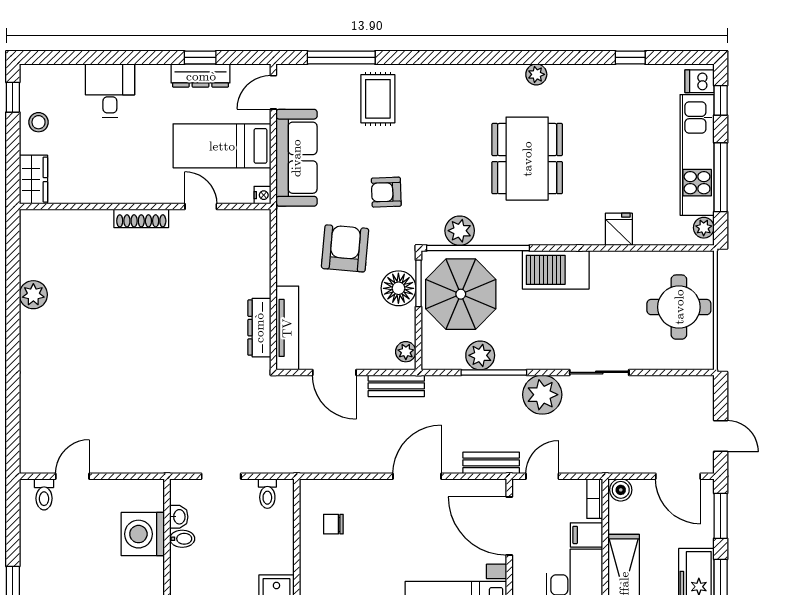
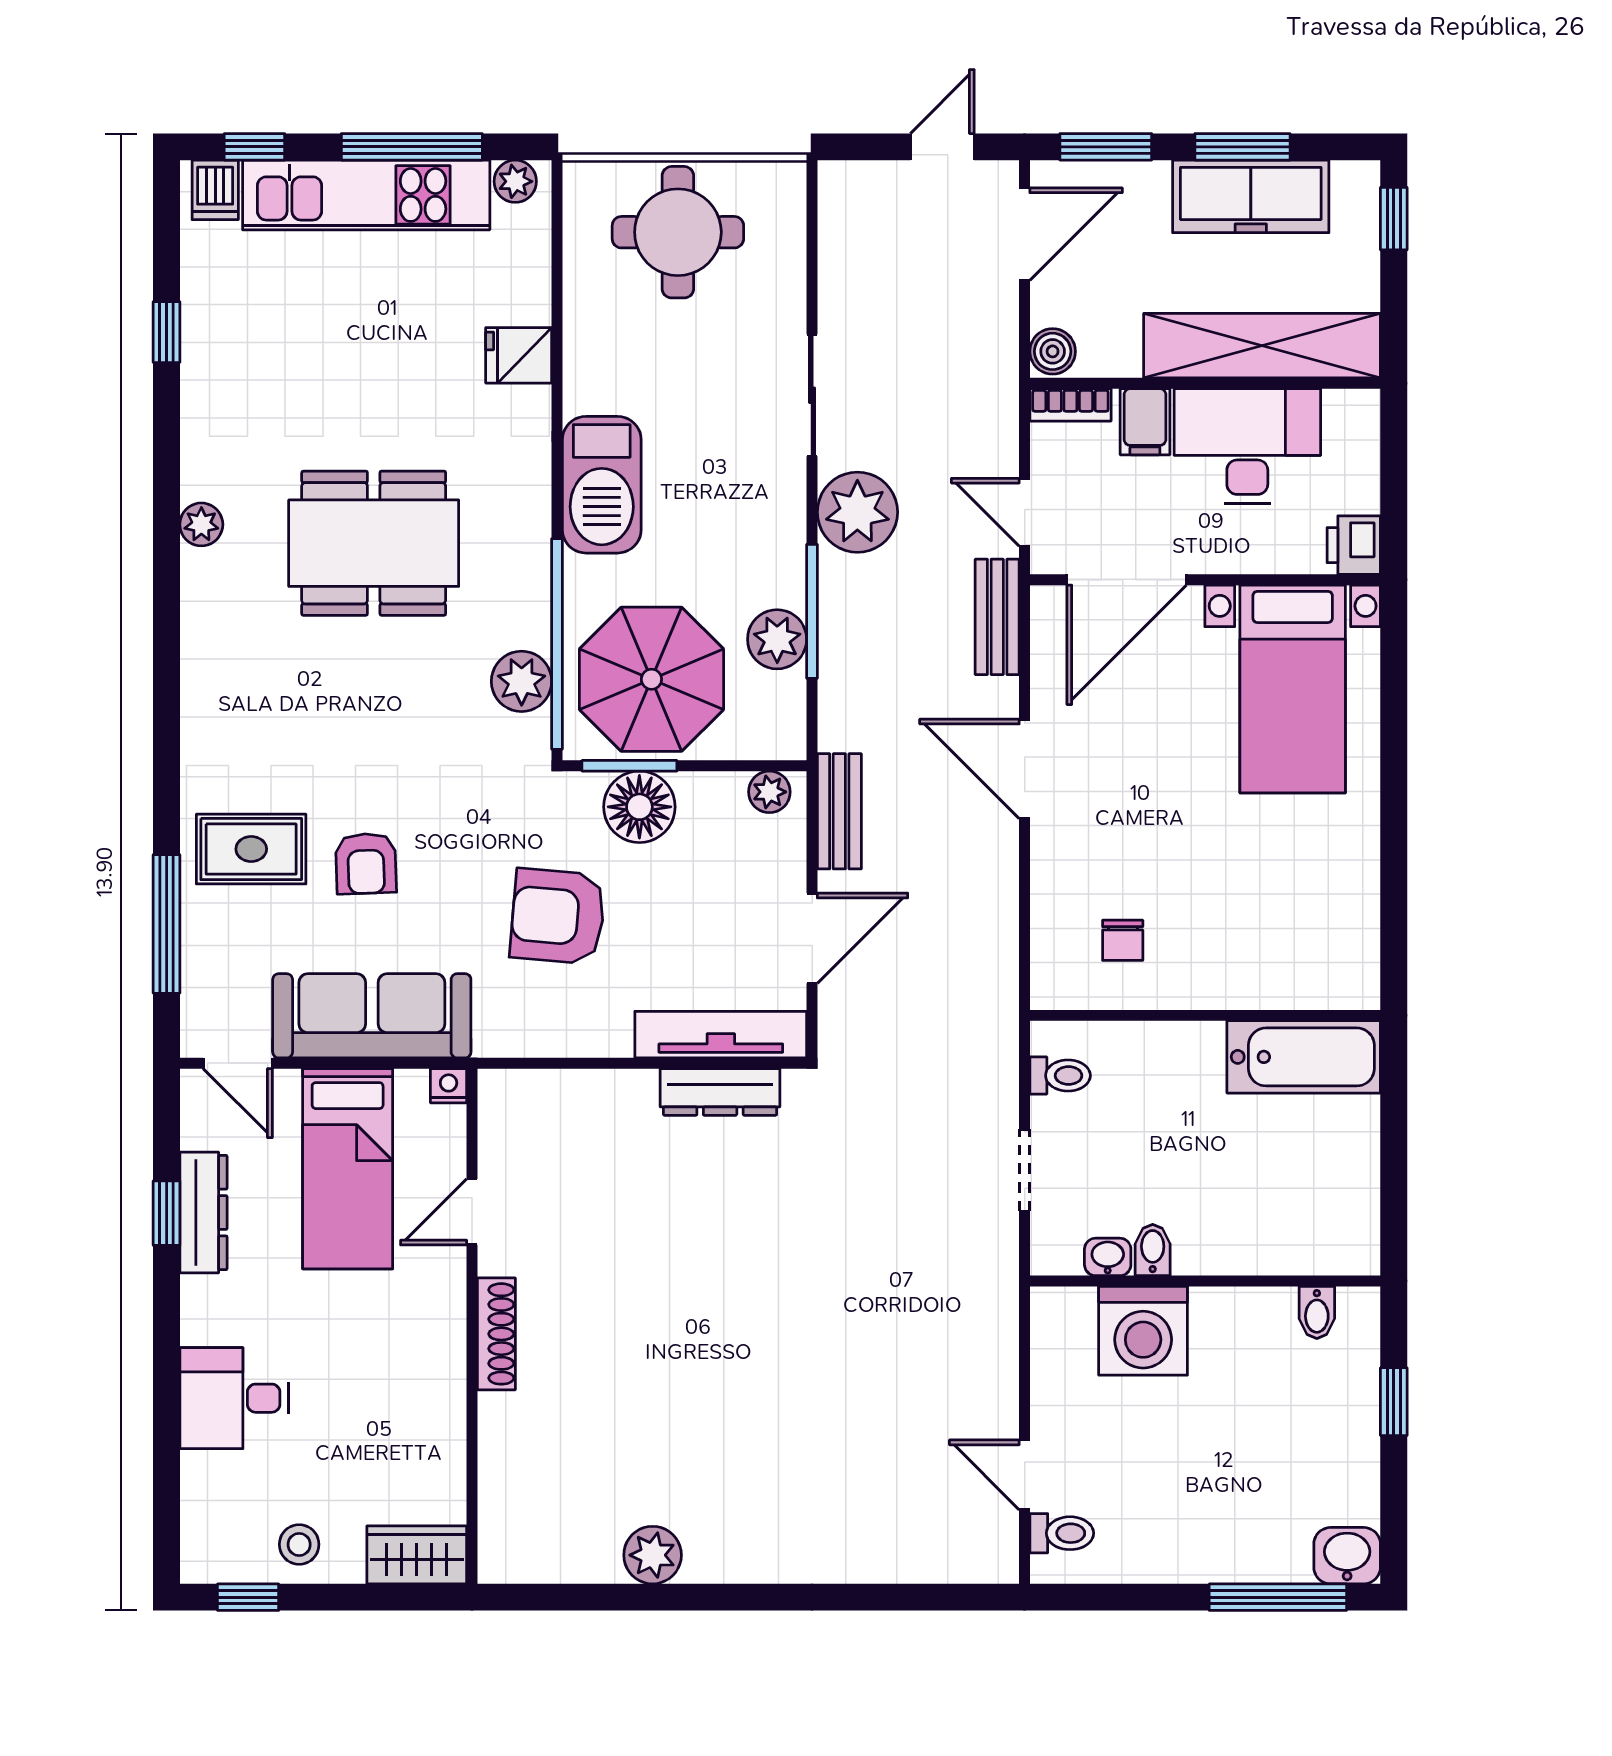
armchair: (386, 192) -> (366, 864), moved

